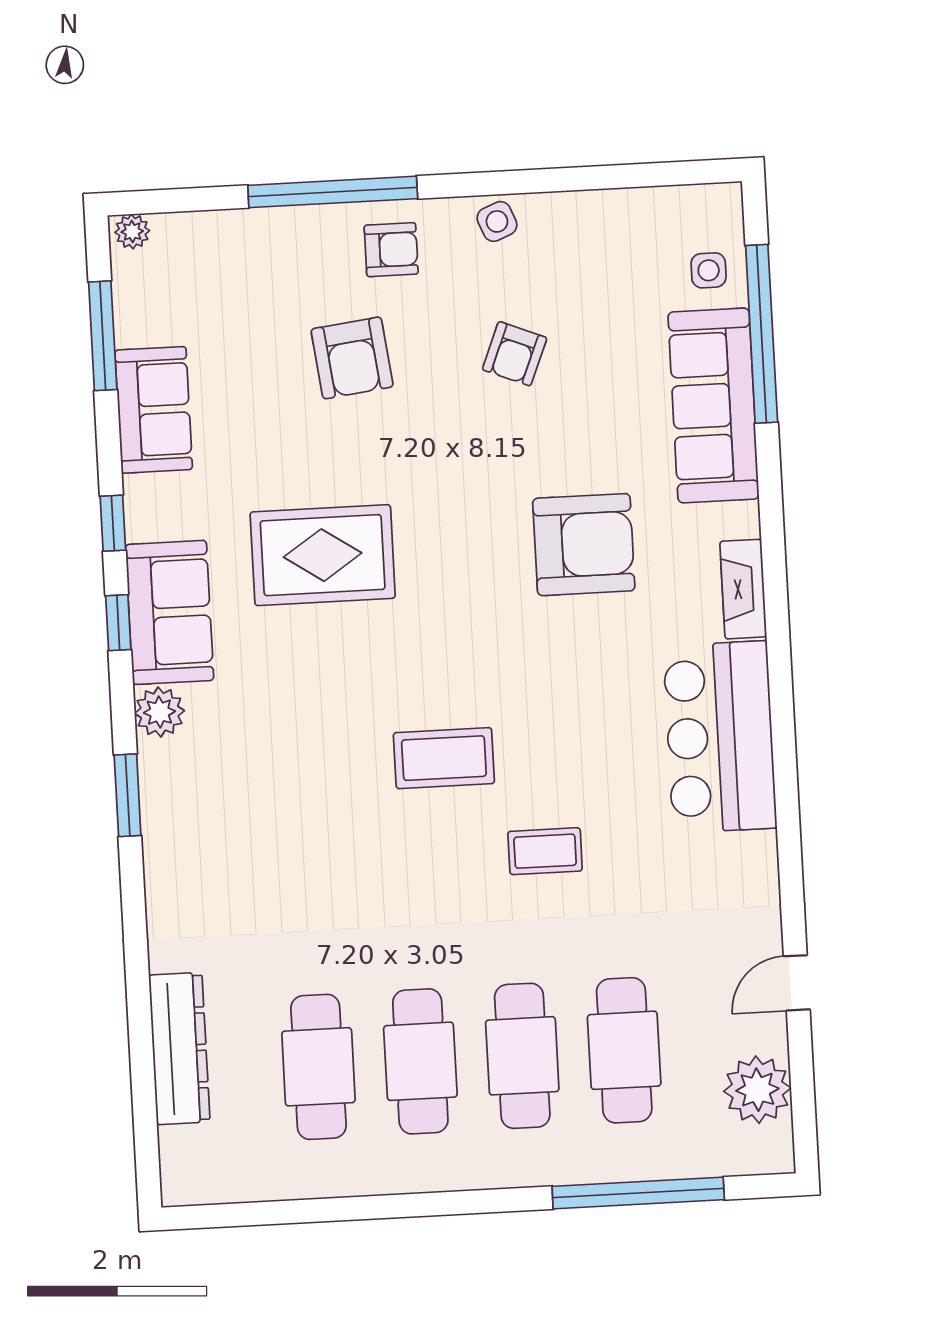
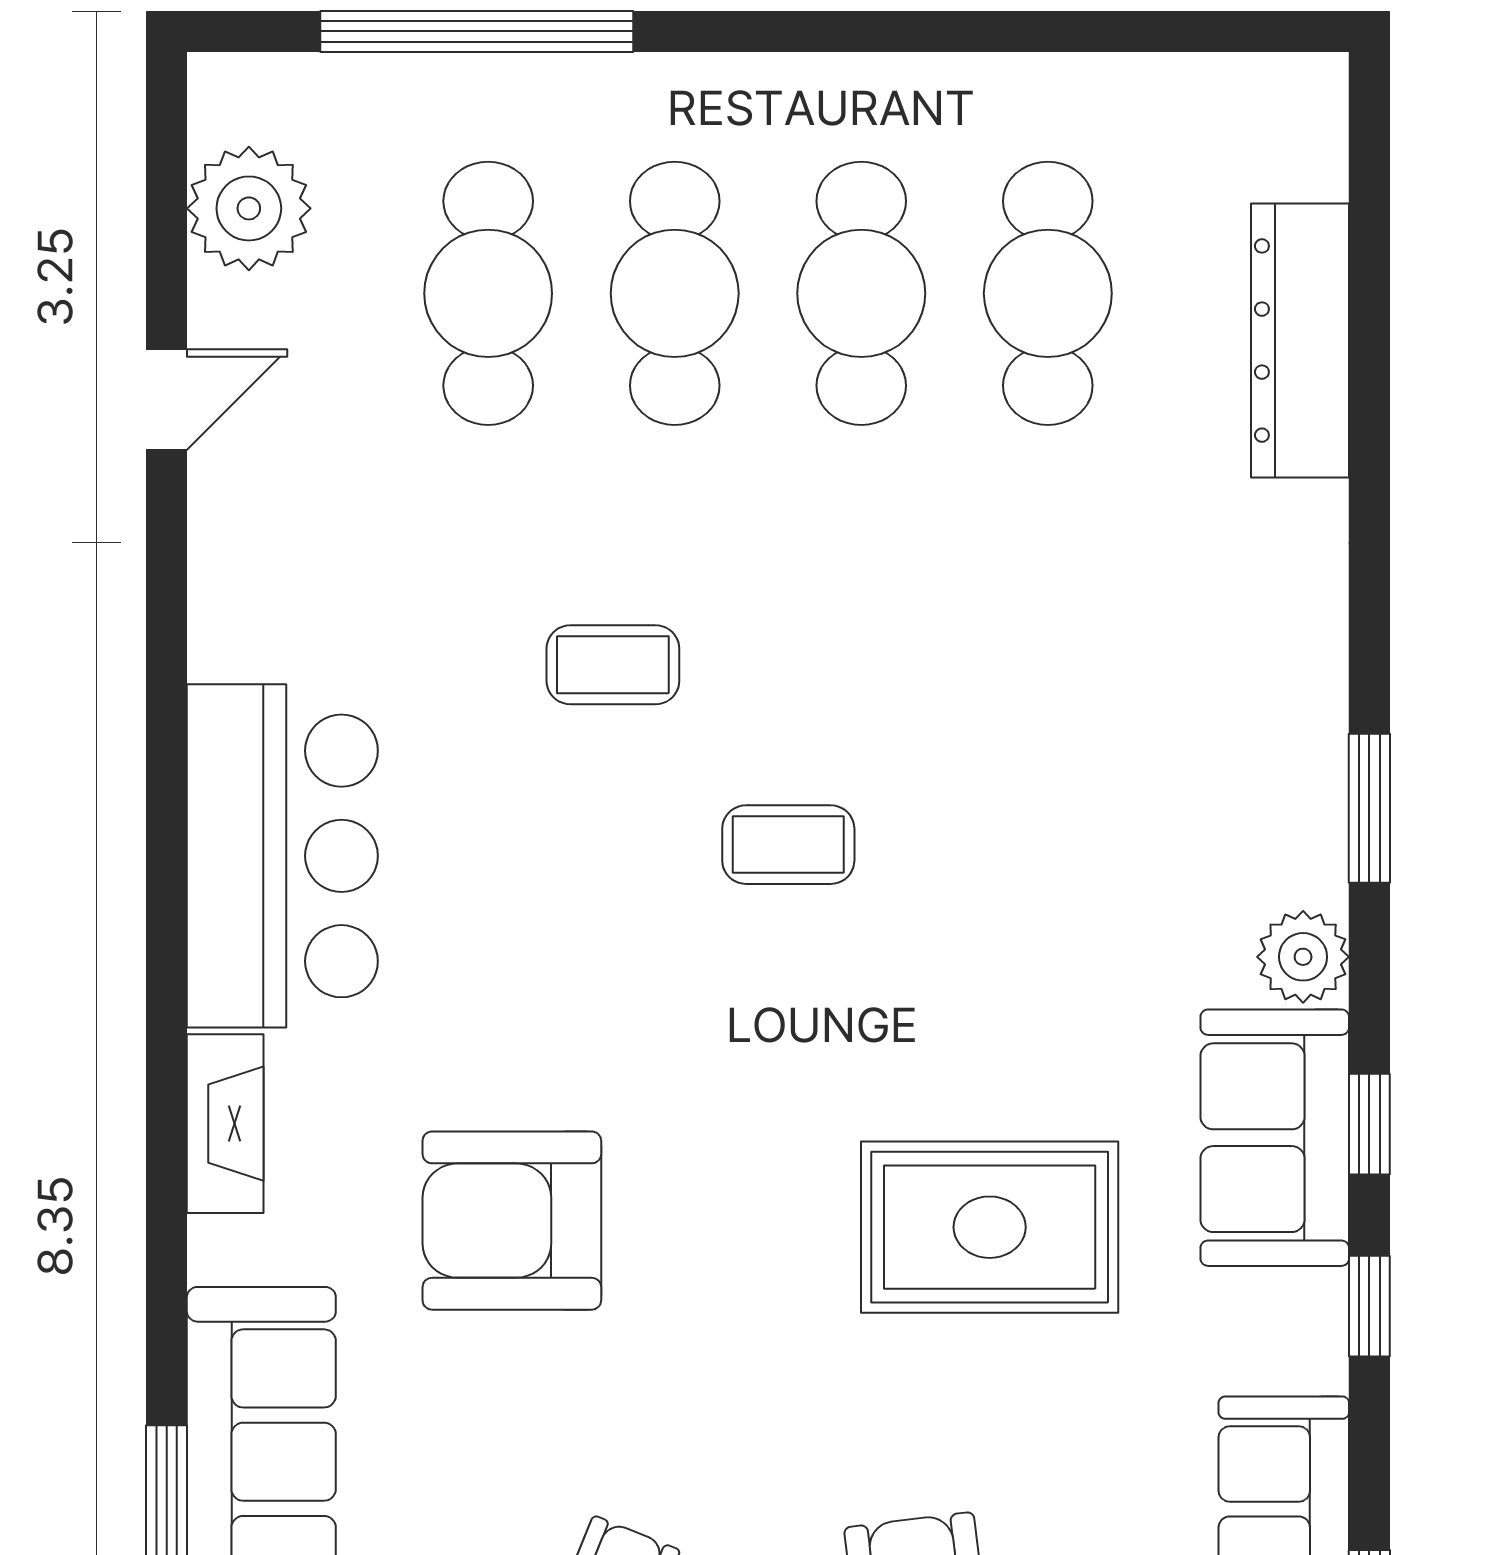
coffee table: (444, 758) -> (788, 845), width x0.73, depth x0.77

